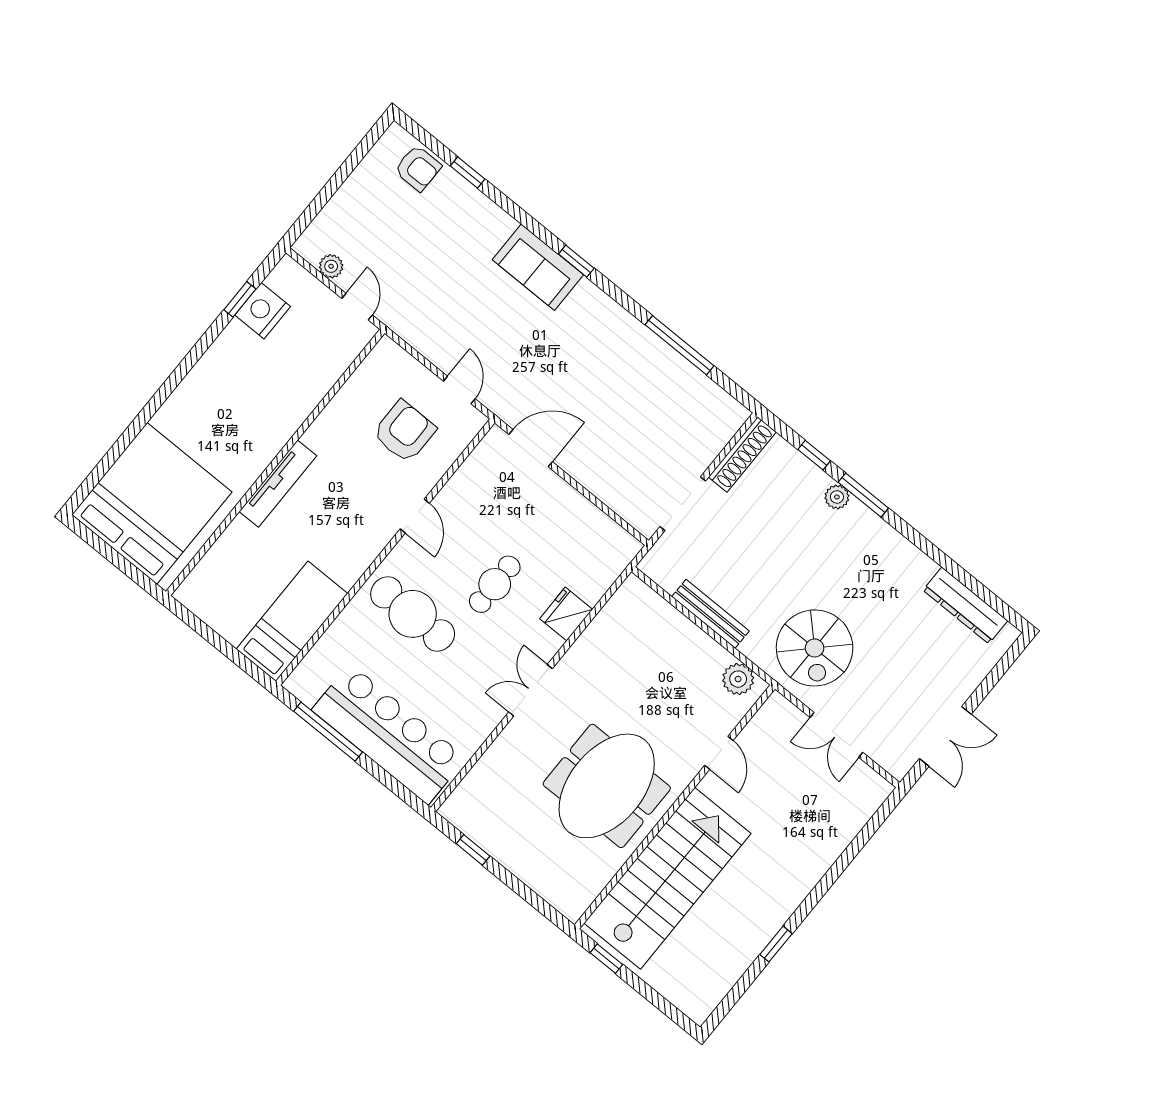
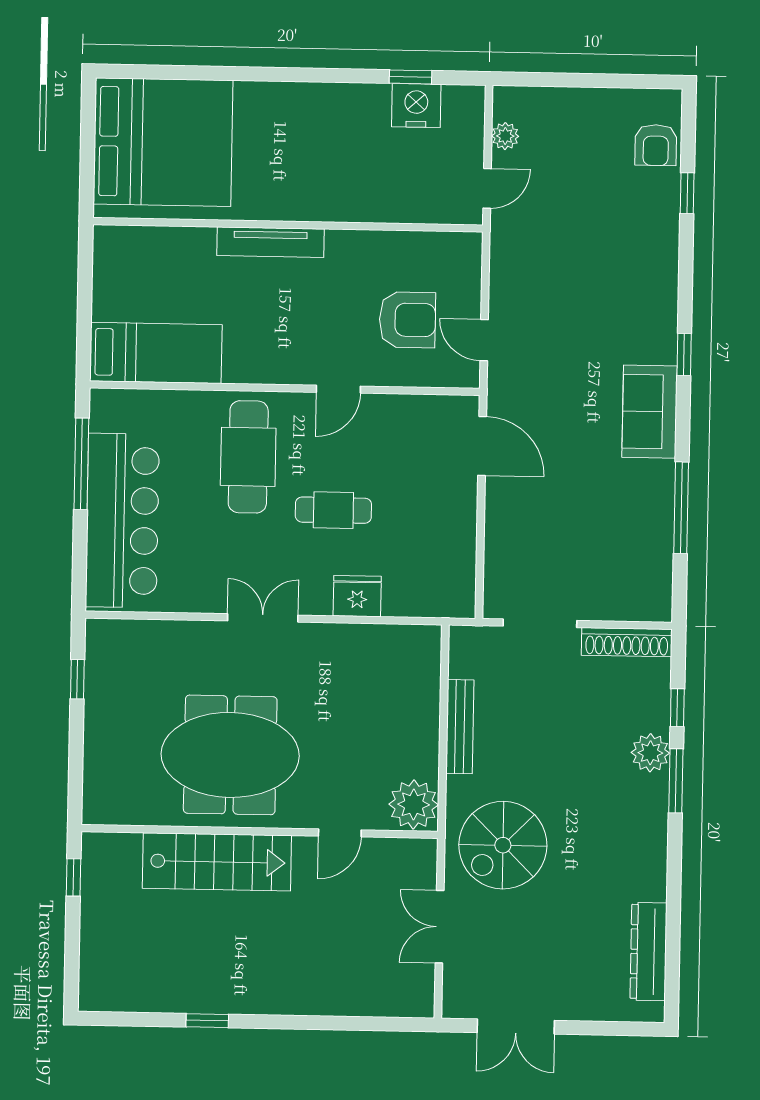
sofa: (538, 267) -> (650, 412), moved
door: (459, 390) -> (484, 340), swing flipped
plant: (837, 497) -> (650, 753), width x1.38, depth x1.38
plant: (738, 679) -> (414, 804), width x1.36, depth x1.36
stairs: (667, 878) -> (217, 862), width x0.73, depth x0.66

